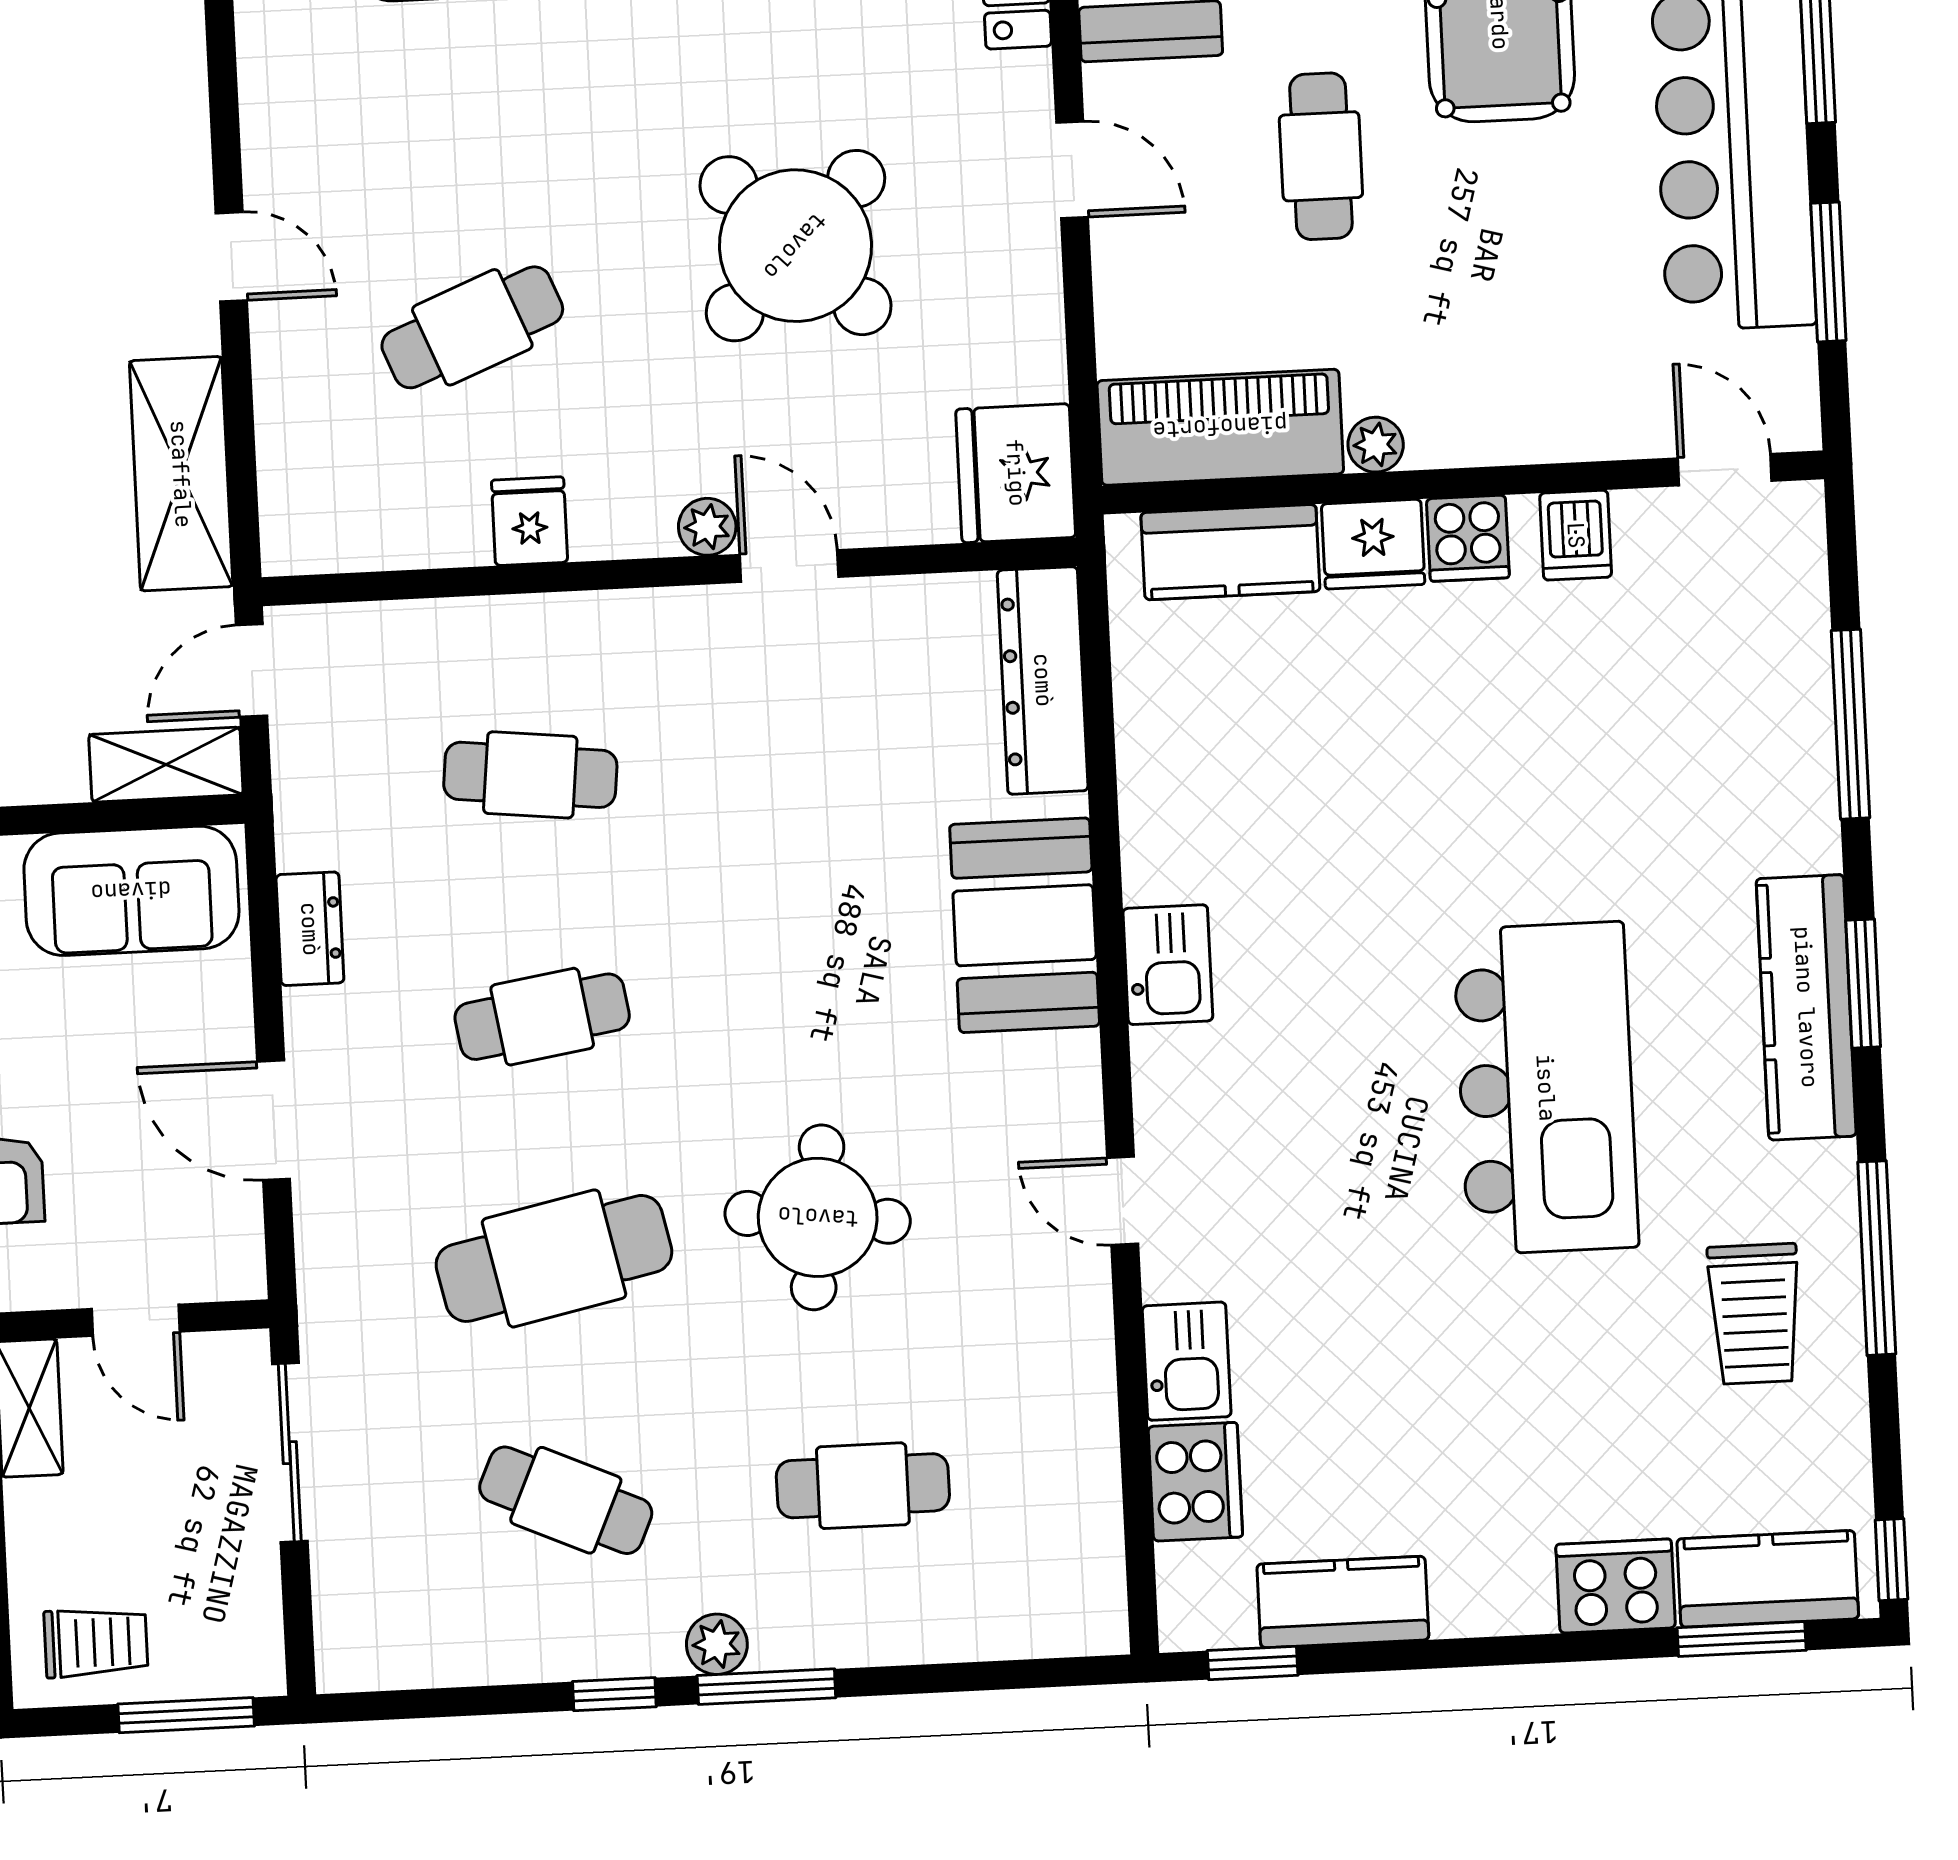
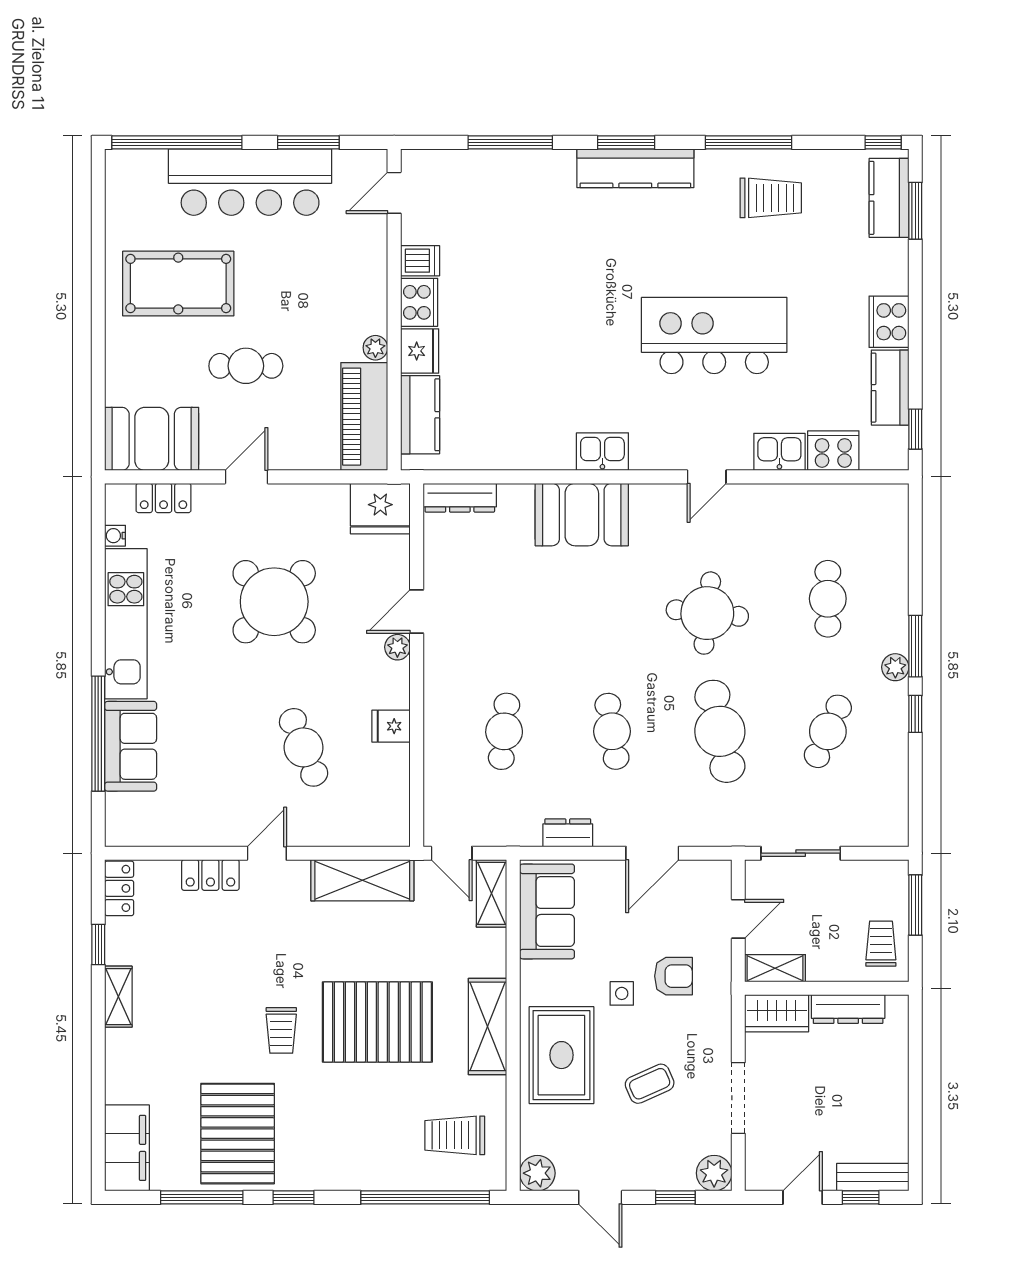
locker: (176, 133) -> (210, 875), added
cooker: (1468, 538) -> (419, 302), width x1.36
dresser: (1043, 680) -> (460, 498), width x0.73, depth x0.80
kitchen island: (1546, 1088) -> (714, 336), moved
cooker: (1616, 1586) -> (889, 322), moved

